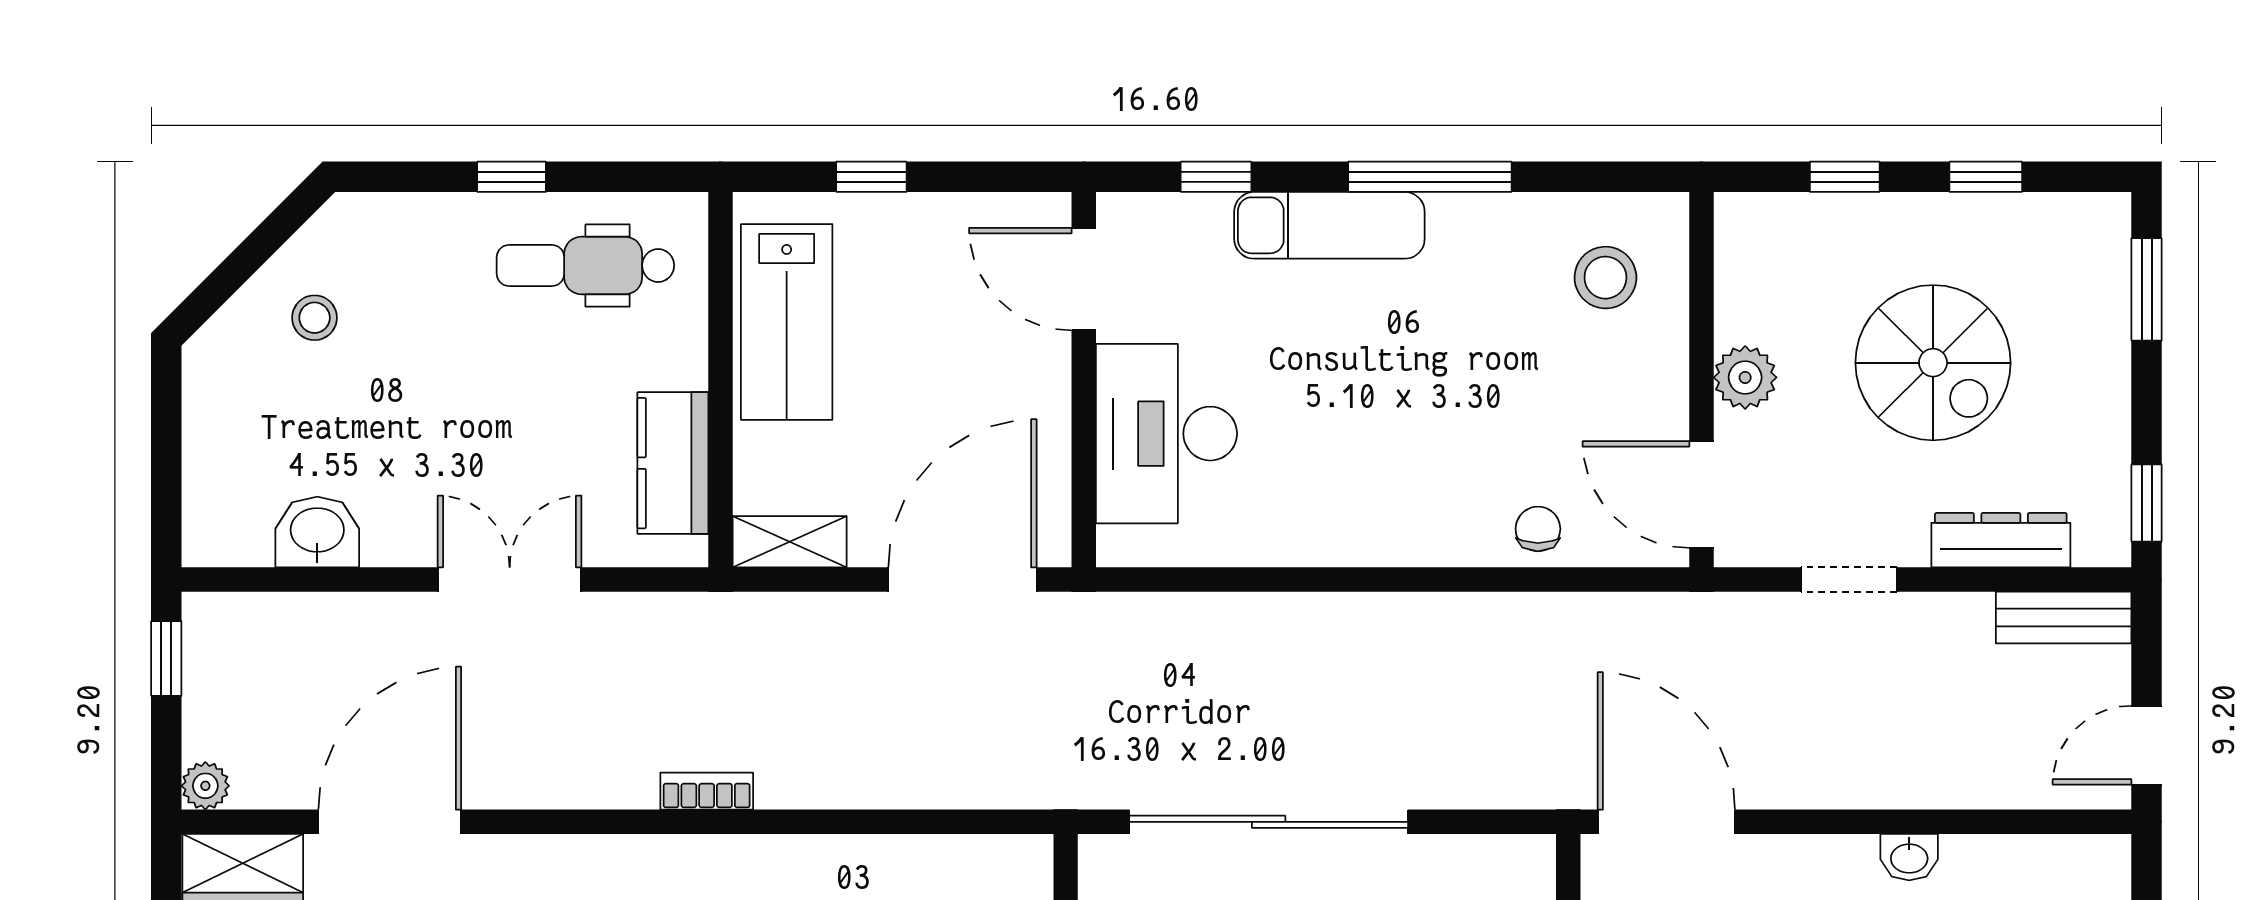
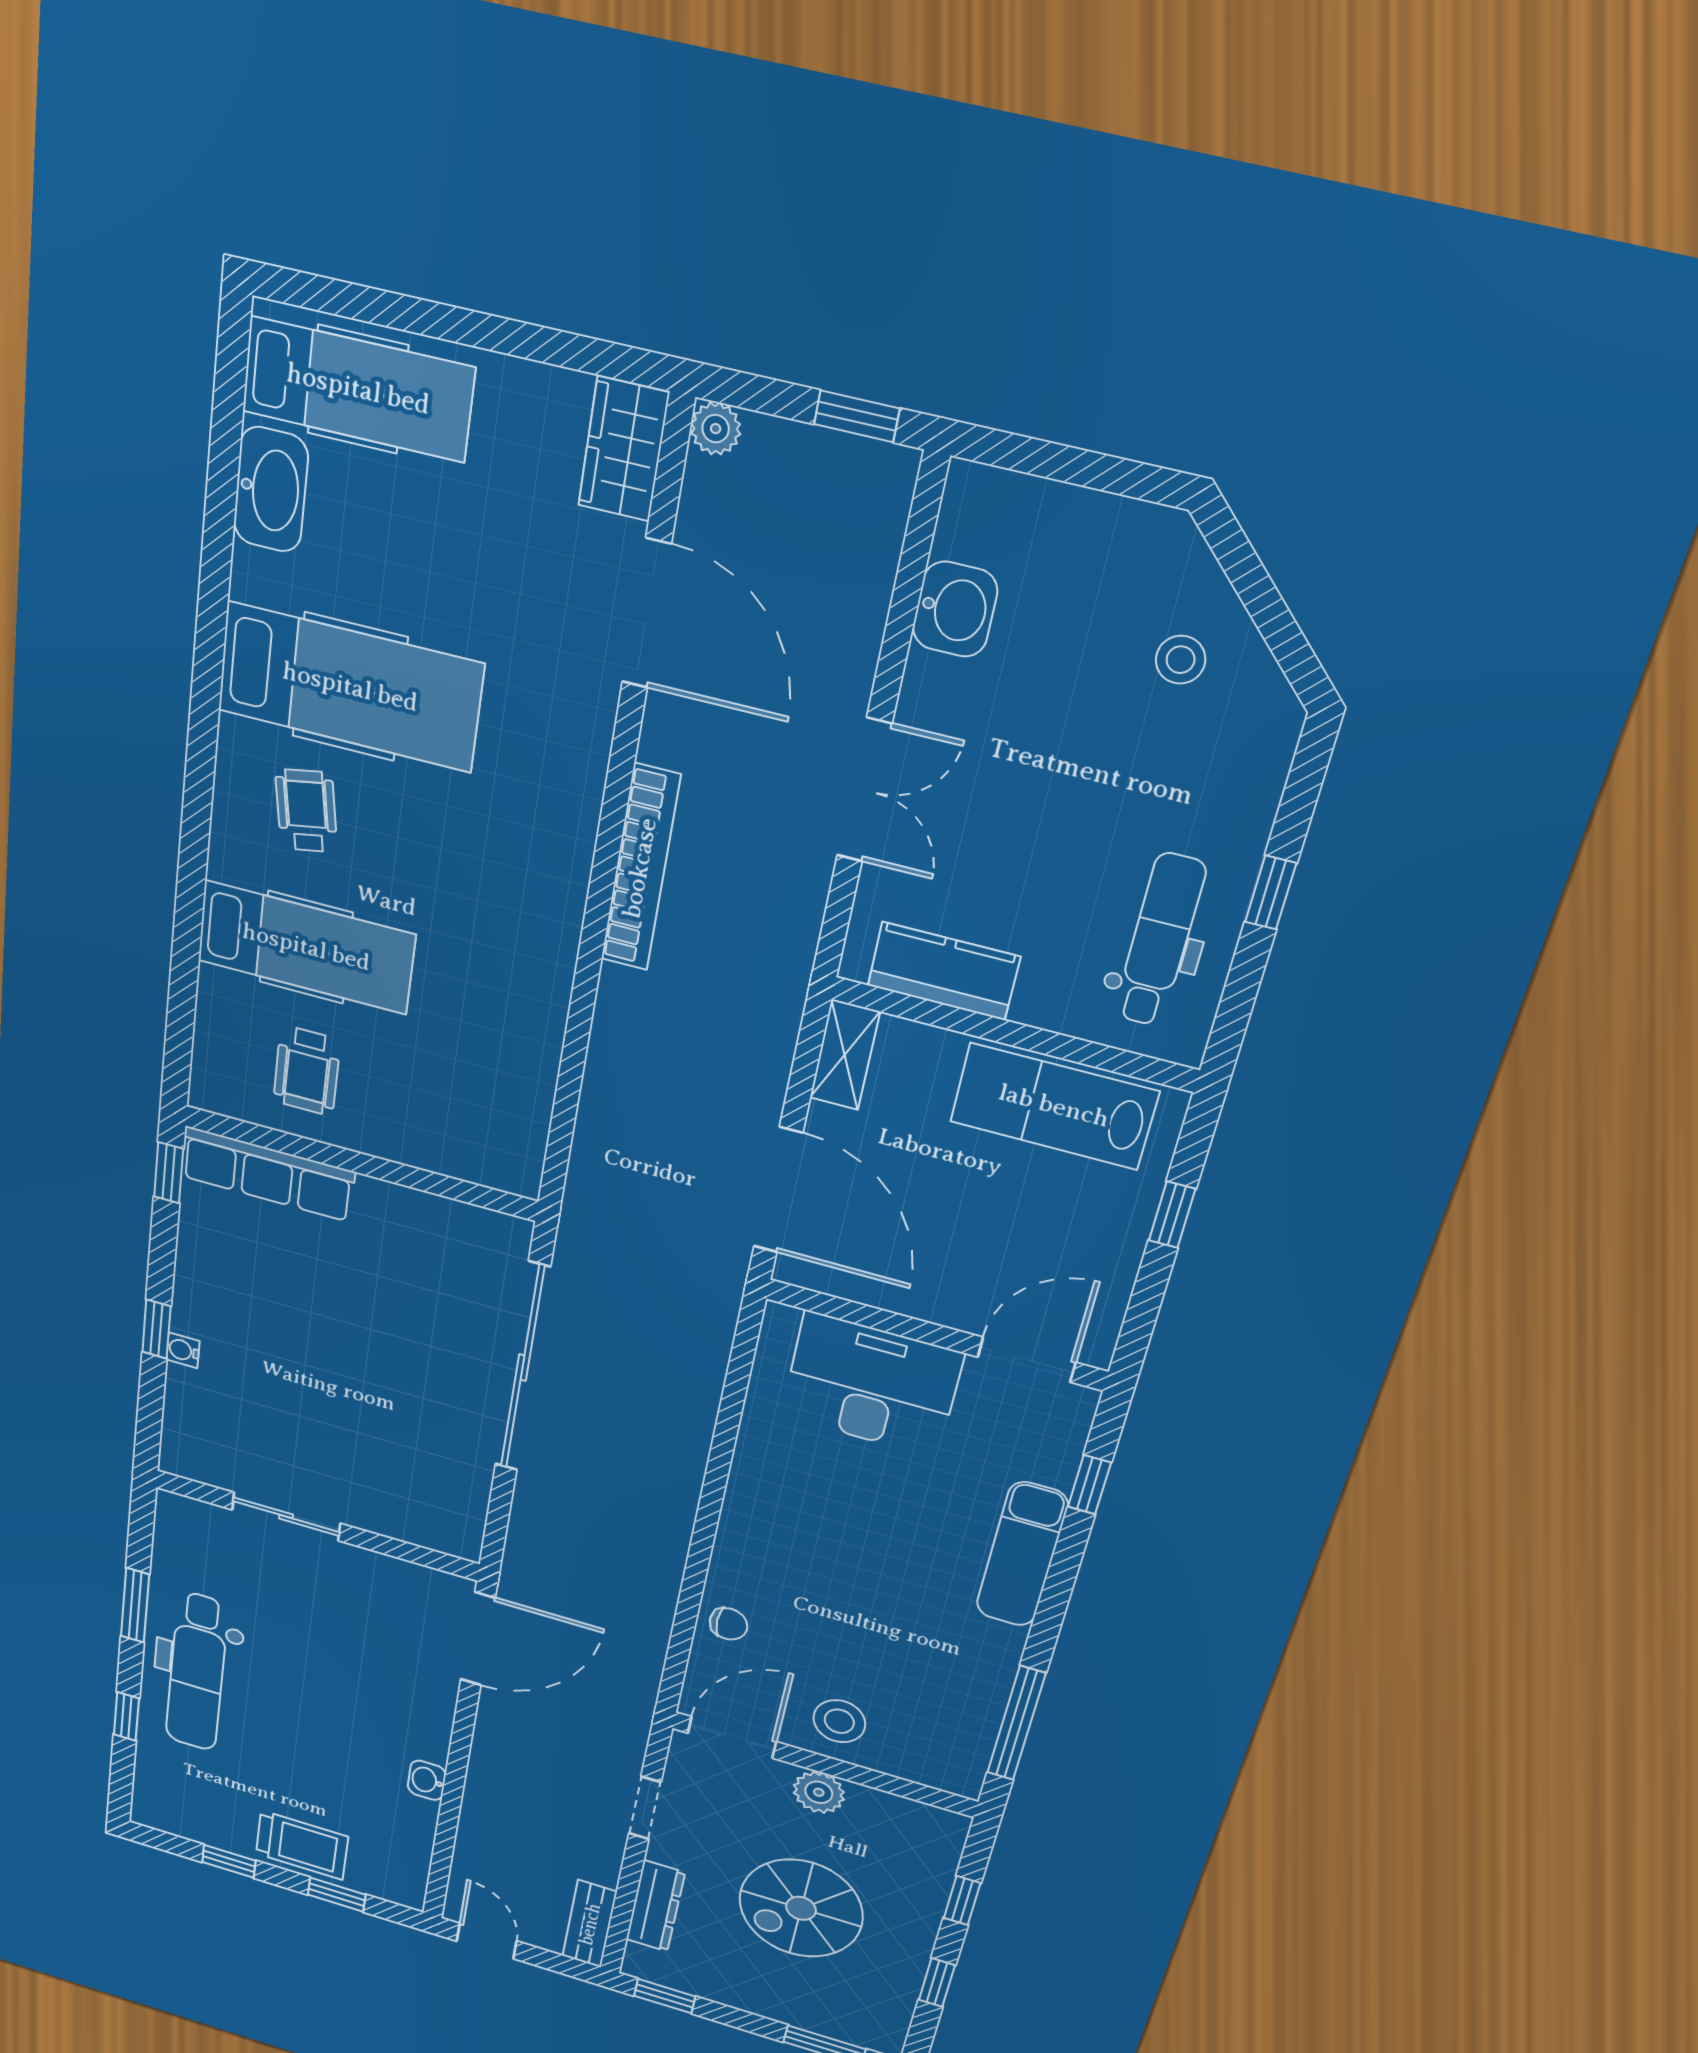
window: (1430, 177) -> (1016, 1723), moved
stool: (1605, 278) -> (839, 1721), moved
bookcase: (707, 791) -> (640, 868), width x2.31, depth x1.31

